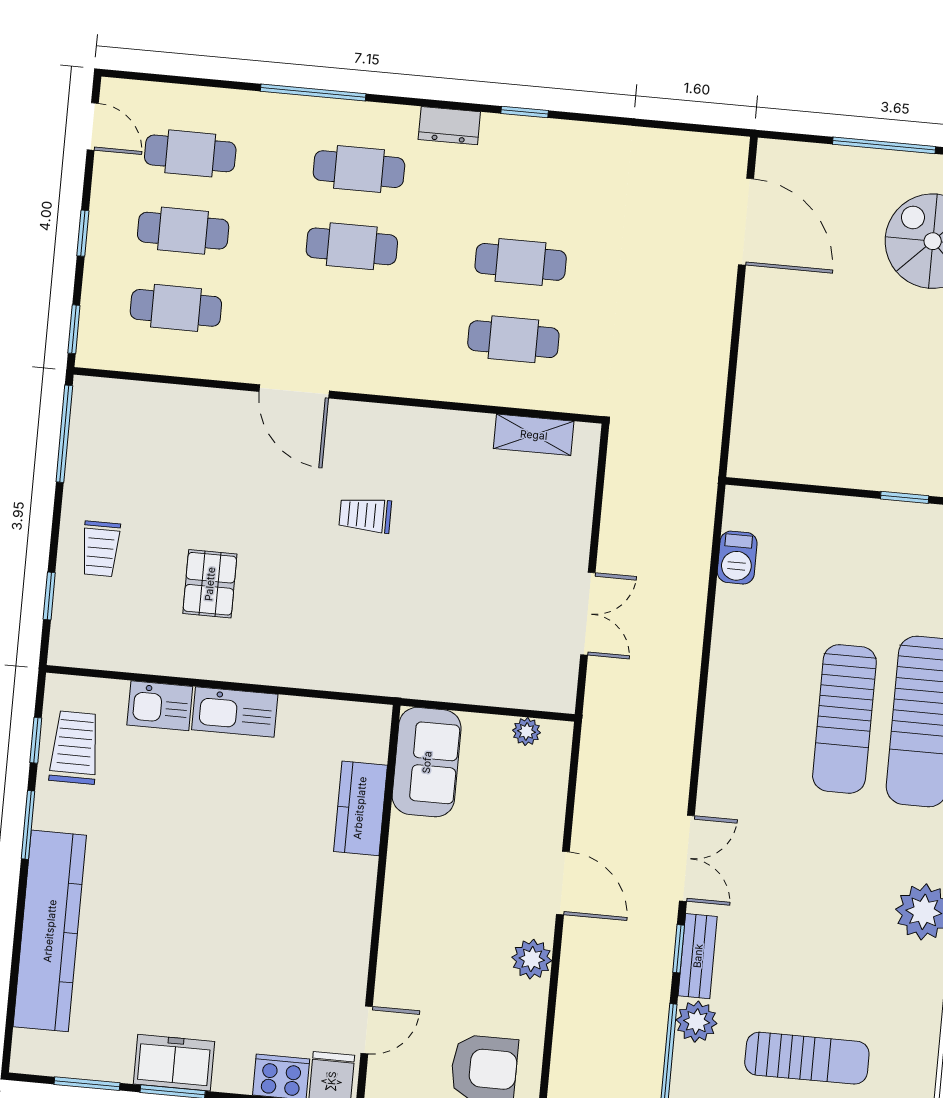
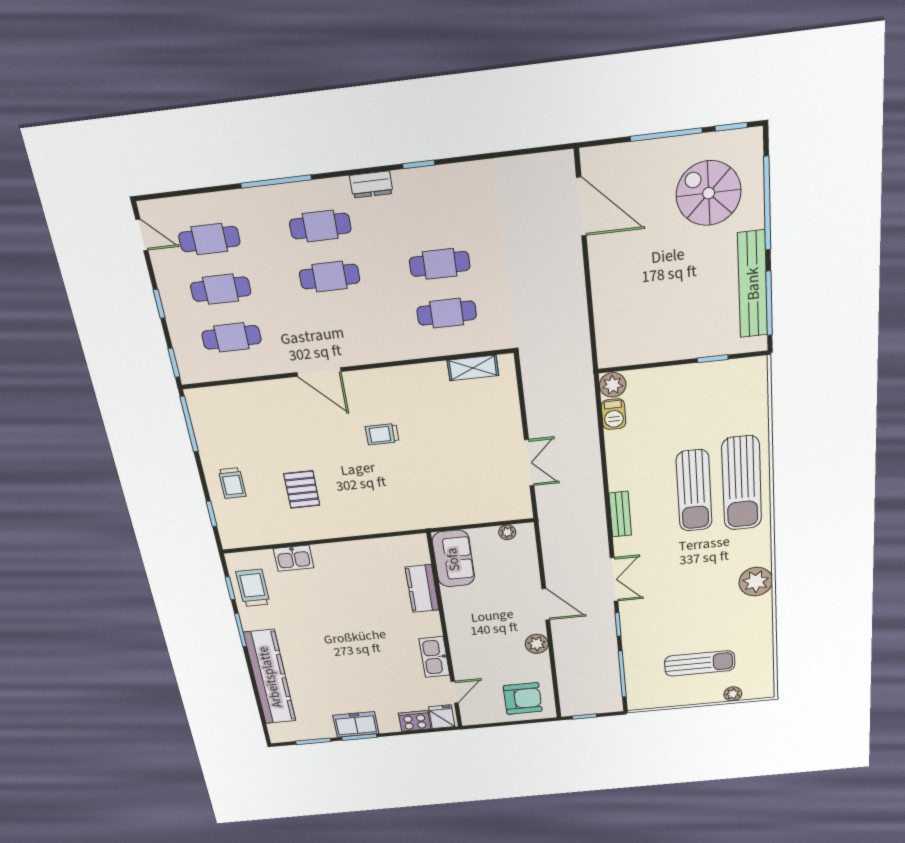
kitchen sink: (235, 712) -> (434, 657), moved, turned 90
bench: (698, 956) -> (620, 514), moved
plant: (697, 1022) -> (613, 385), moved

